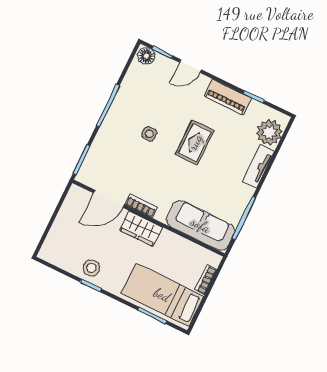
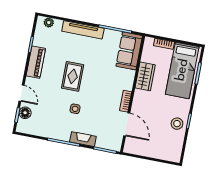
floor lamp: (146, 56) -> (25, 113), moved
plant: (269, 132) -> (49, 22), width x0.53, depth x0.53
fireplace: (105, 133) -> (83, 139), added
rug: (195, 142) -> (73, 76), turned 90
tv unit: (258, 166) -> (83, 30), width x1.41
sofa: (201, 225) -> (129, 51), width x0.73
wardrobe: (141, 229) -> (145, 76), moved

